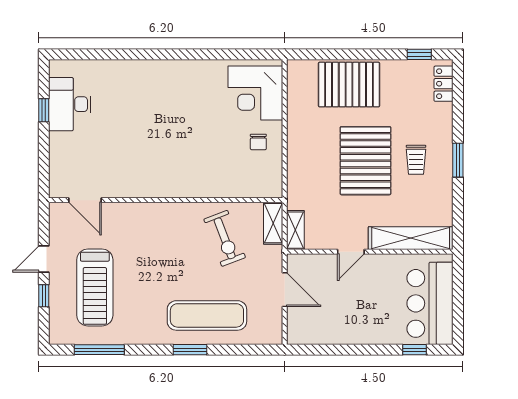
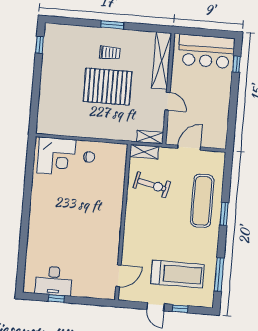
locker: (443, 84) -> (60, 30), removed
pallet: (349, 85) -> (56, 93), removed
exercise bike: (225, 238) -> (152, 185), turned 34

